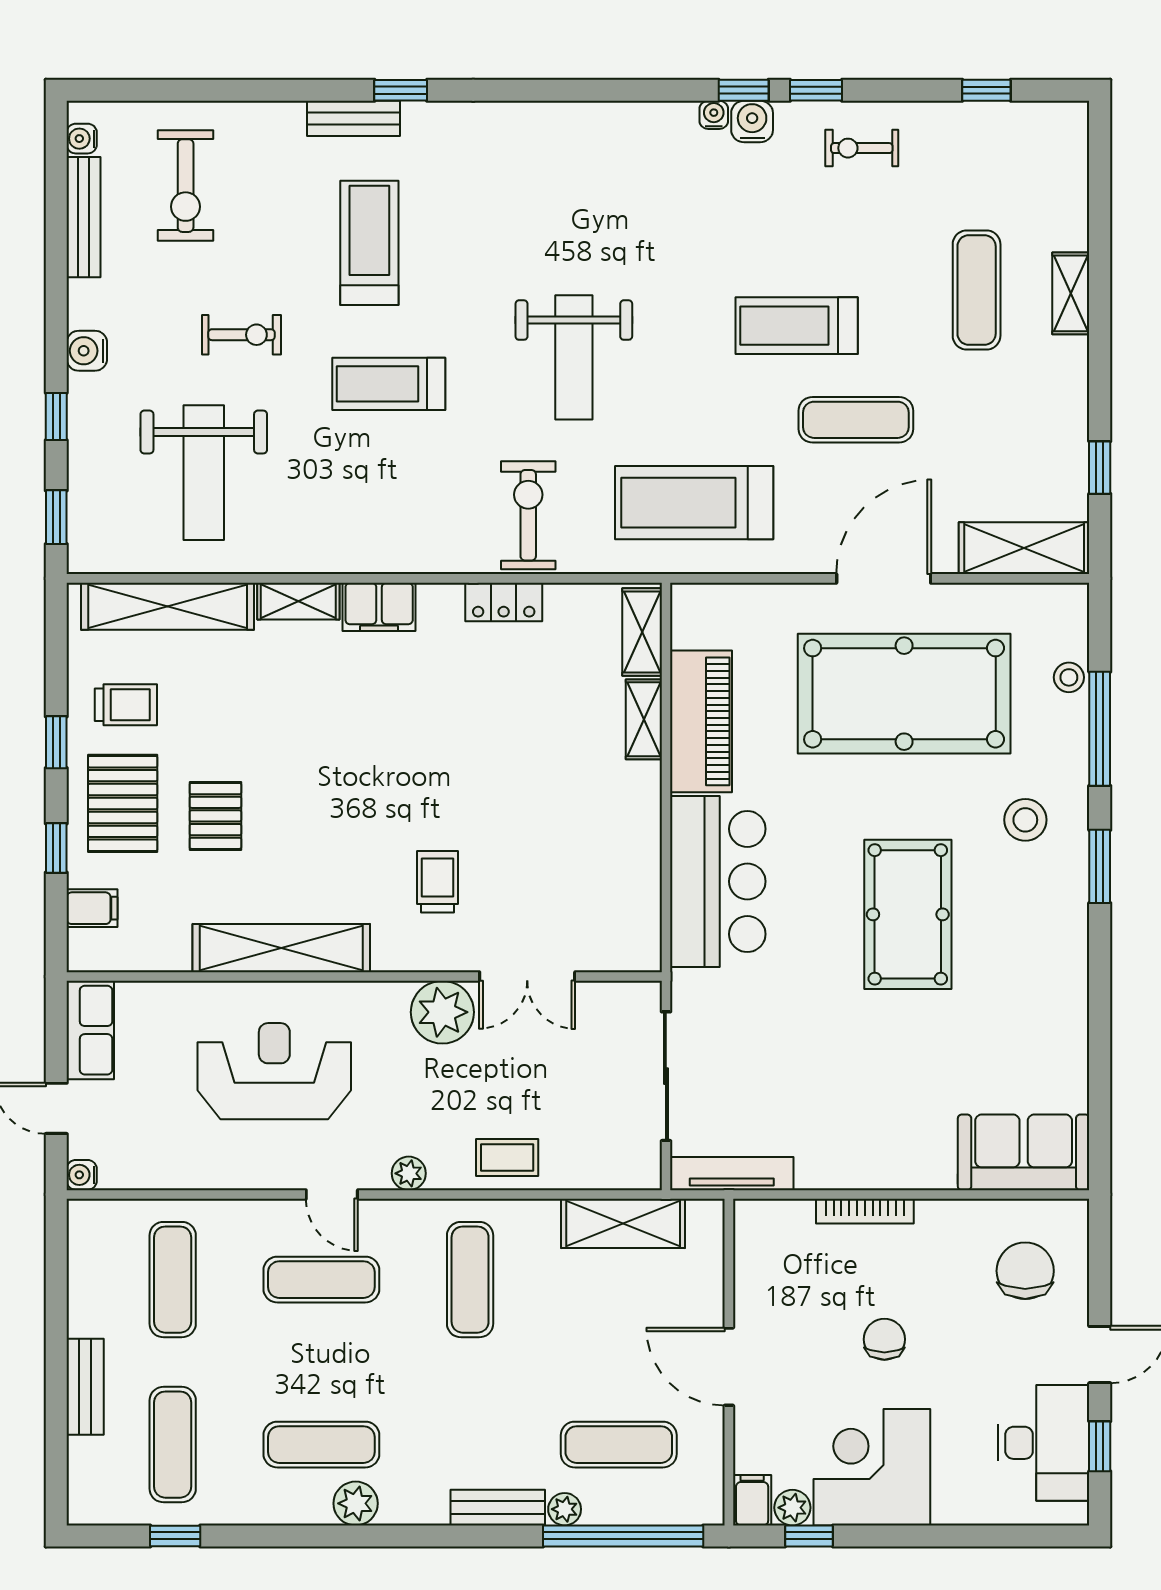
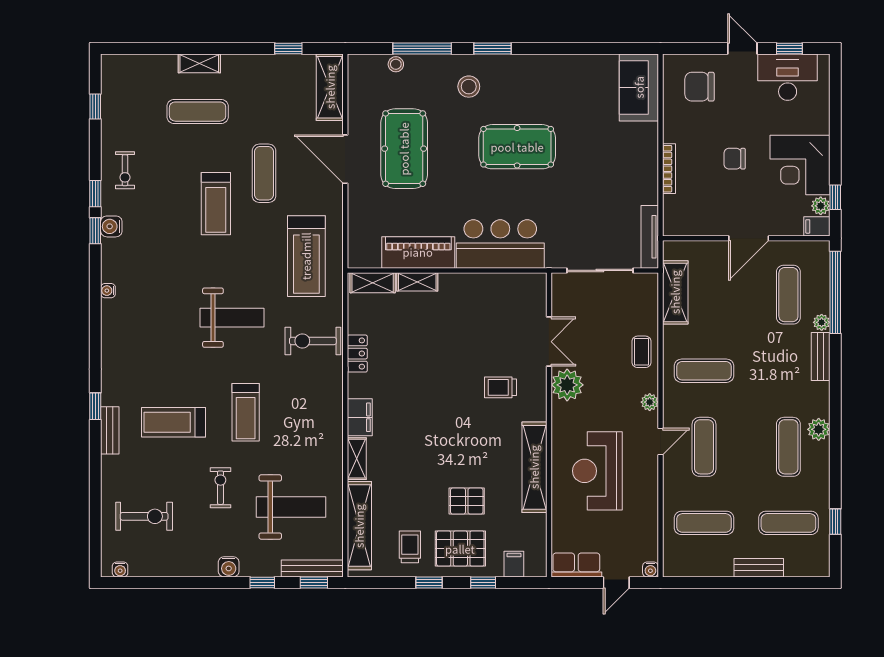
water cooler: (714, 115) -> (108, 291), moved
bench: (84, 217) -> (312, 568), moved
pool table: (904, 694) -> (404, 149), width x0.73, depth x0.76

